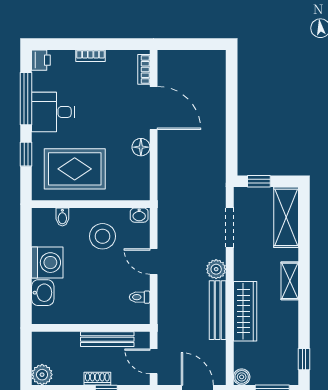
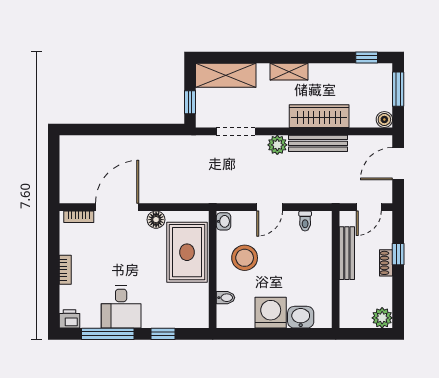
rug: (75, 169) -> (187, 252), moved

